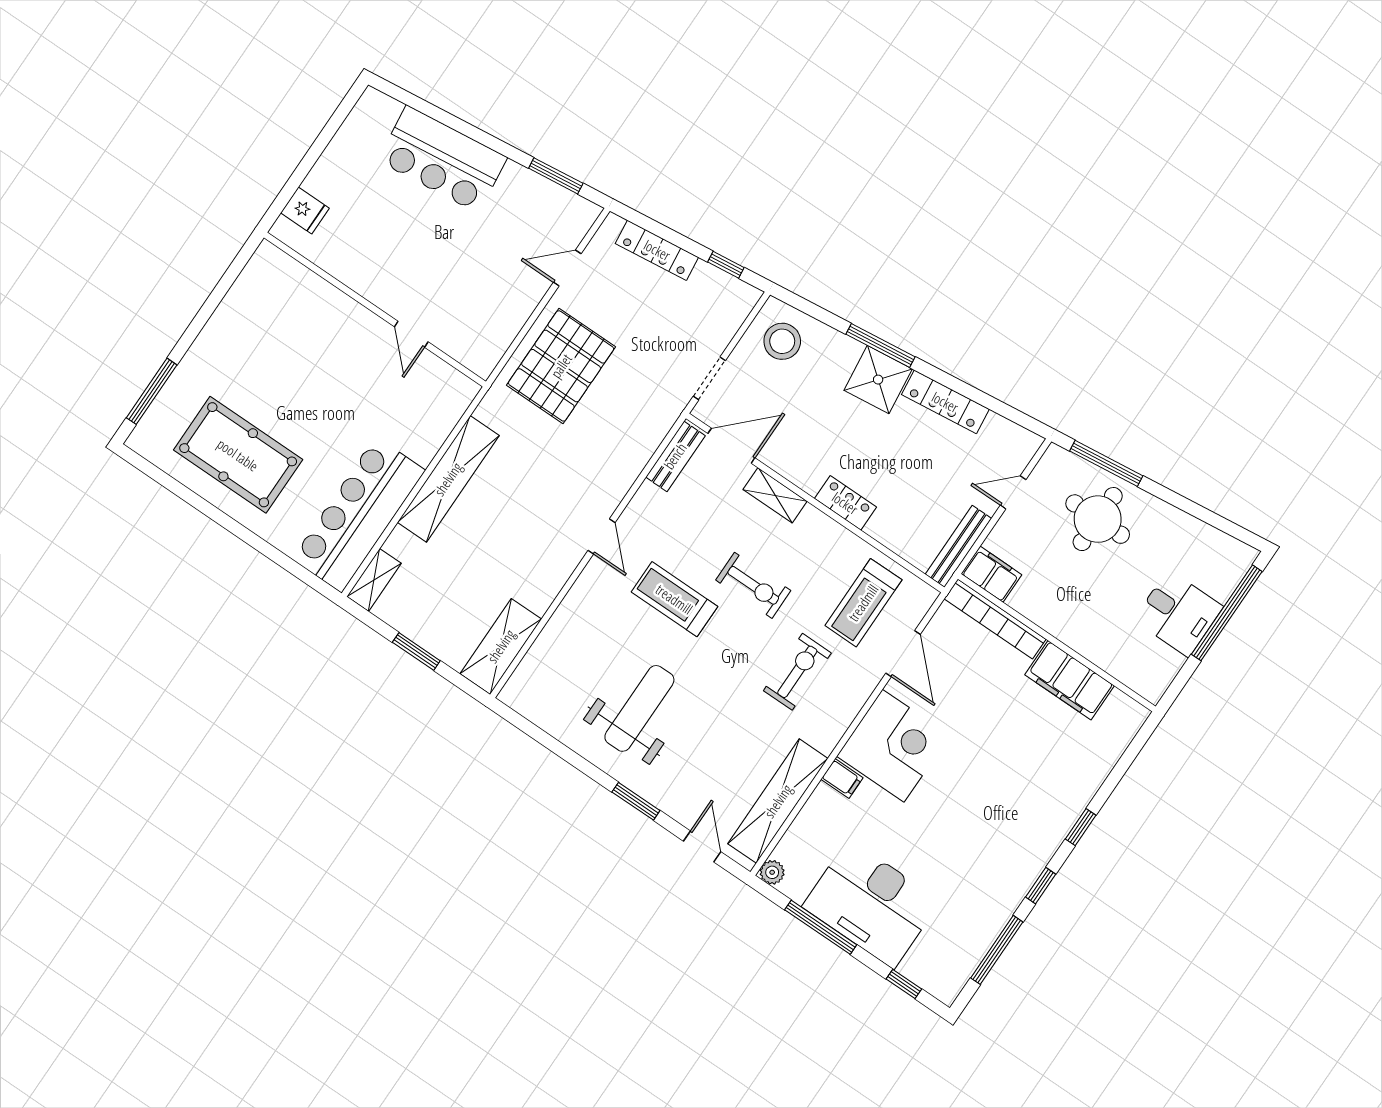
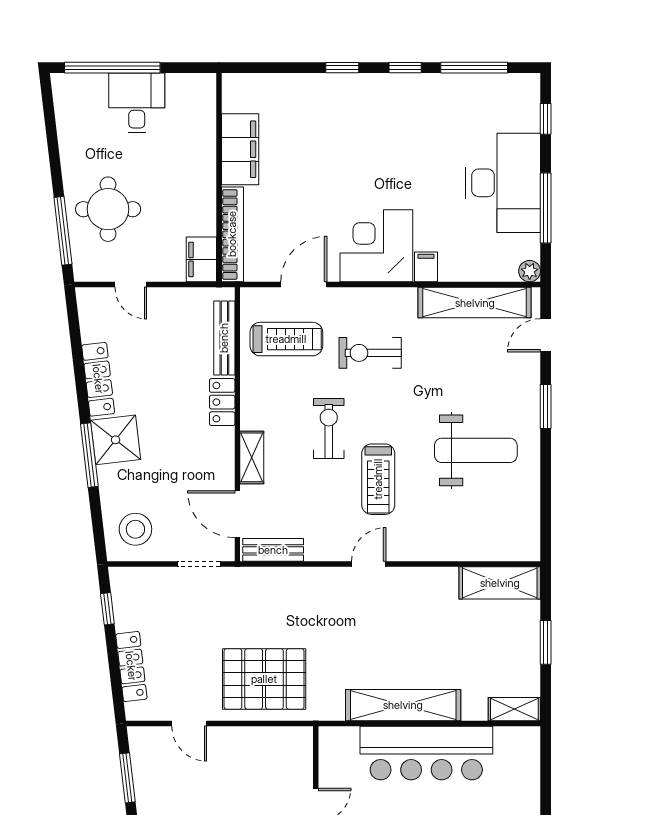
bar counter: (359, 515) -> (426, 753), moved
bench: (958, 546) -> (224, 338), moved, turned 90
weight bench: (639, 708) -> (476, 450), turned 180

